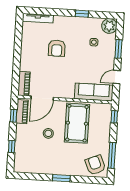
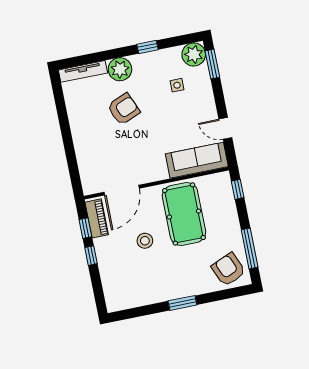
plant: (61, 23) -> (120, 69), added
armchair: (57, 48) -> (124, 109), turned -113
window: (118, 49) -> (212, 64), moved
door: (117, 77) -> (225, 128), hinge flipped
piano: (24, 84) -> (88, 176), removed
window: (12, 146) -> (91, 256), moved

